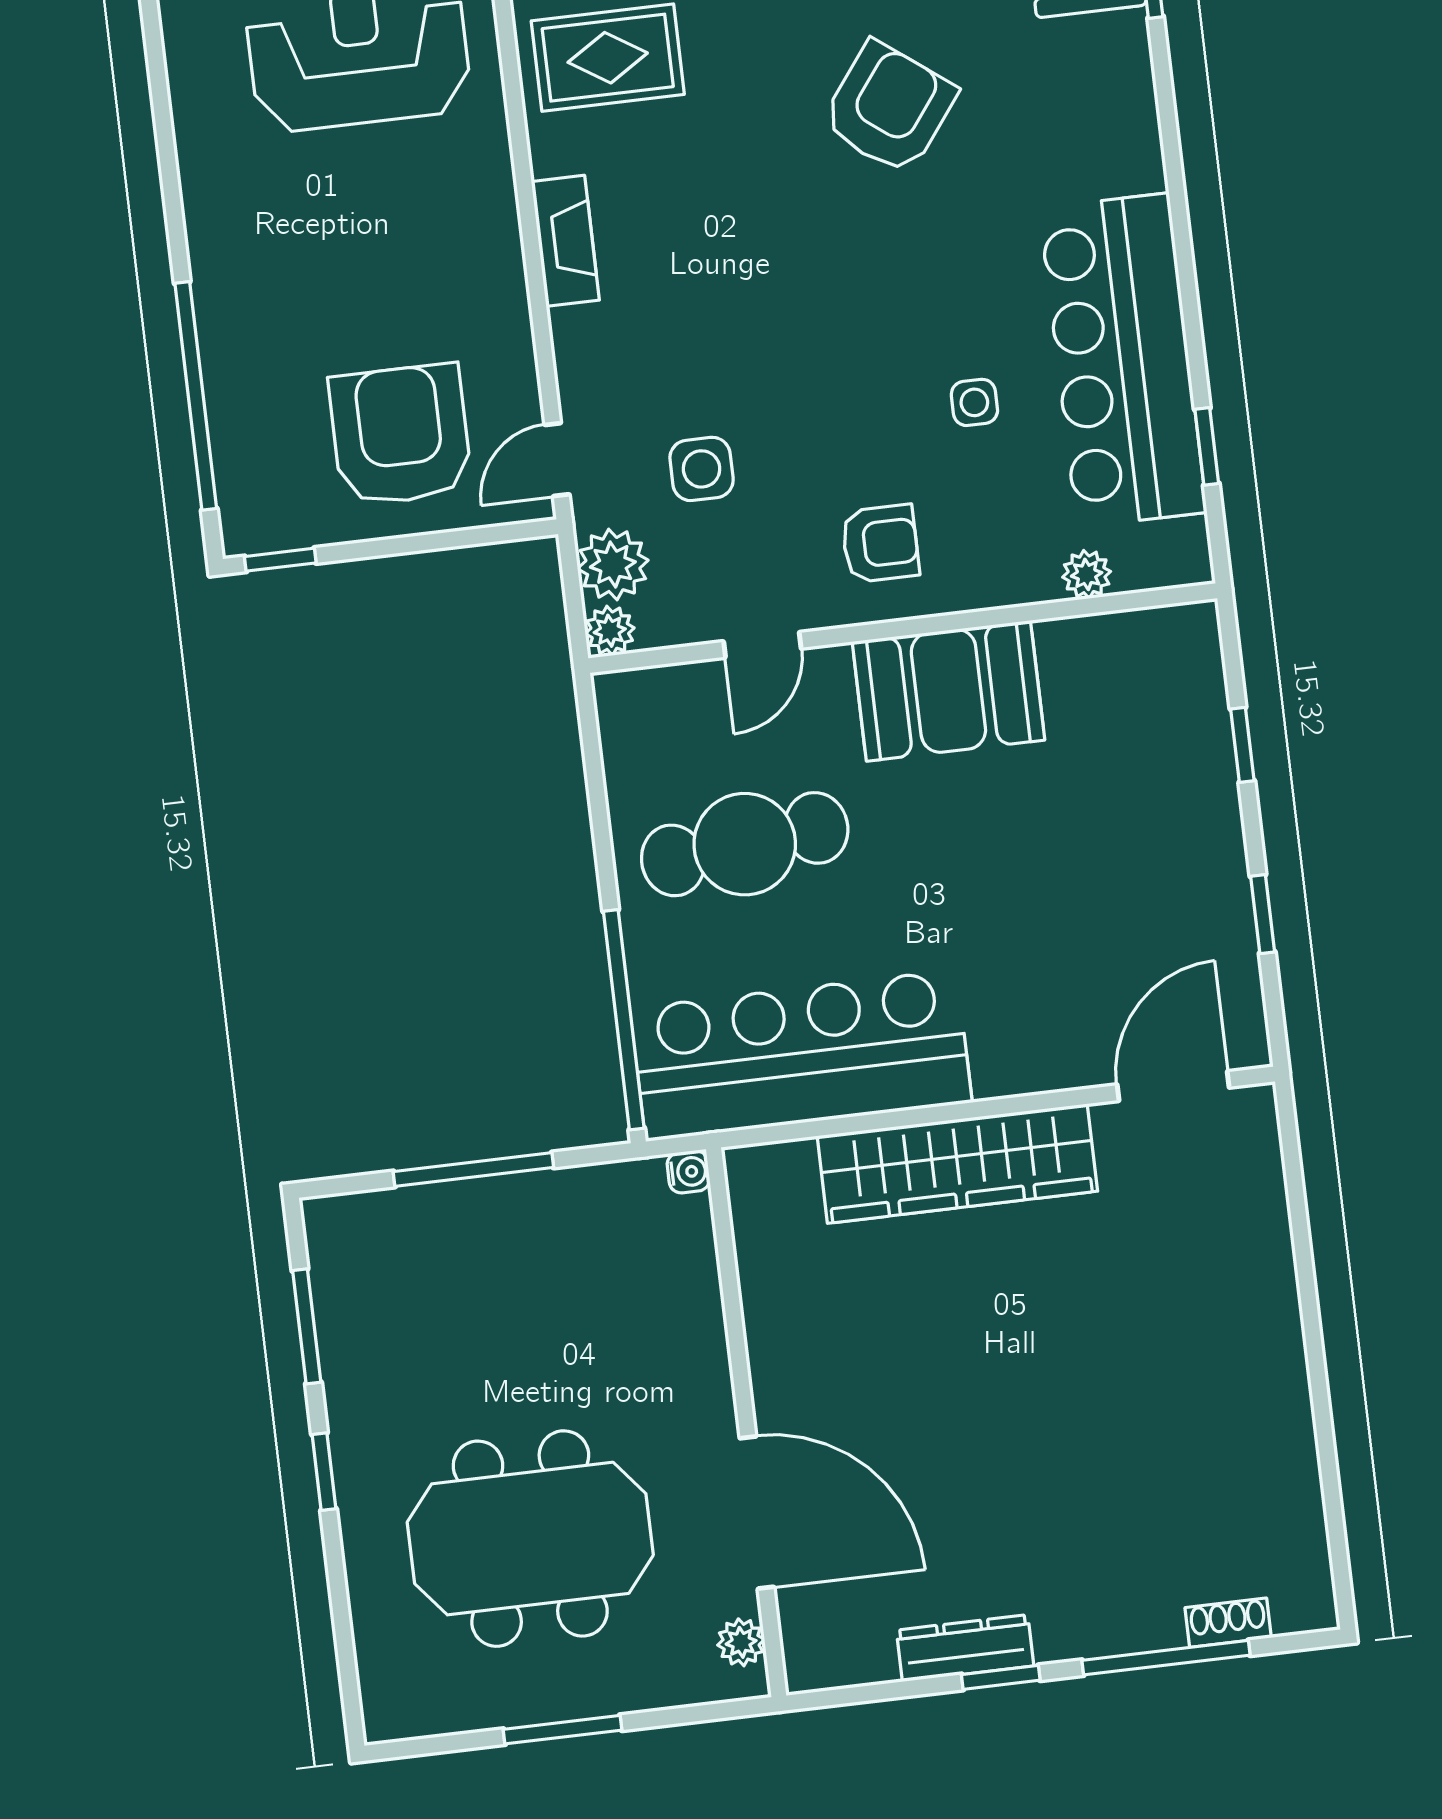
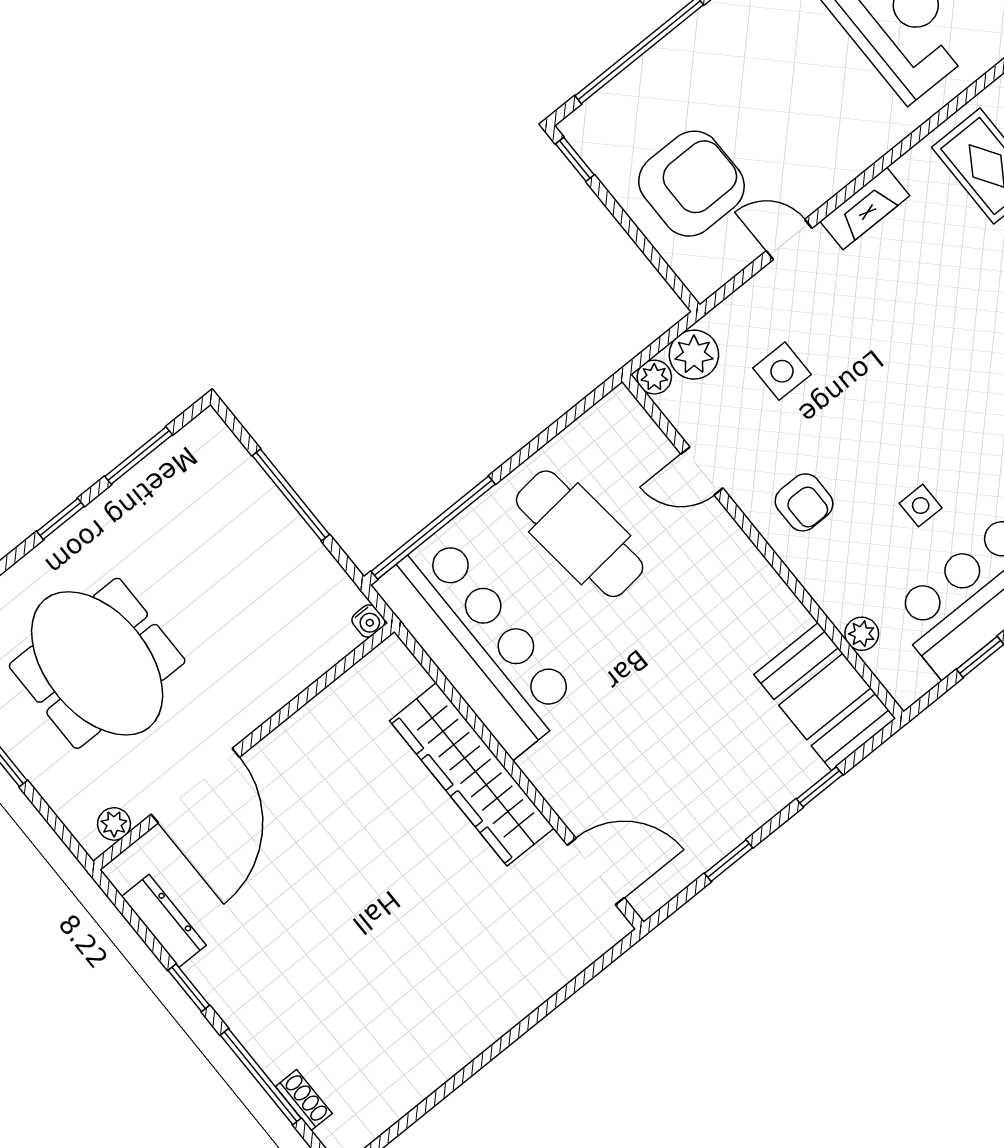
door: (557, 460) -> (789, 239), moved
booth: (948, 691) -> (825, 697), moved
dresser: (965, 1648) -> (164, 921), moved

